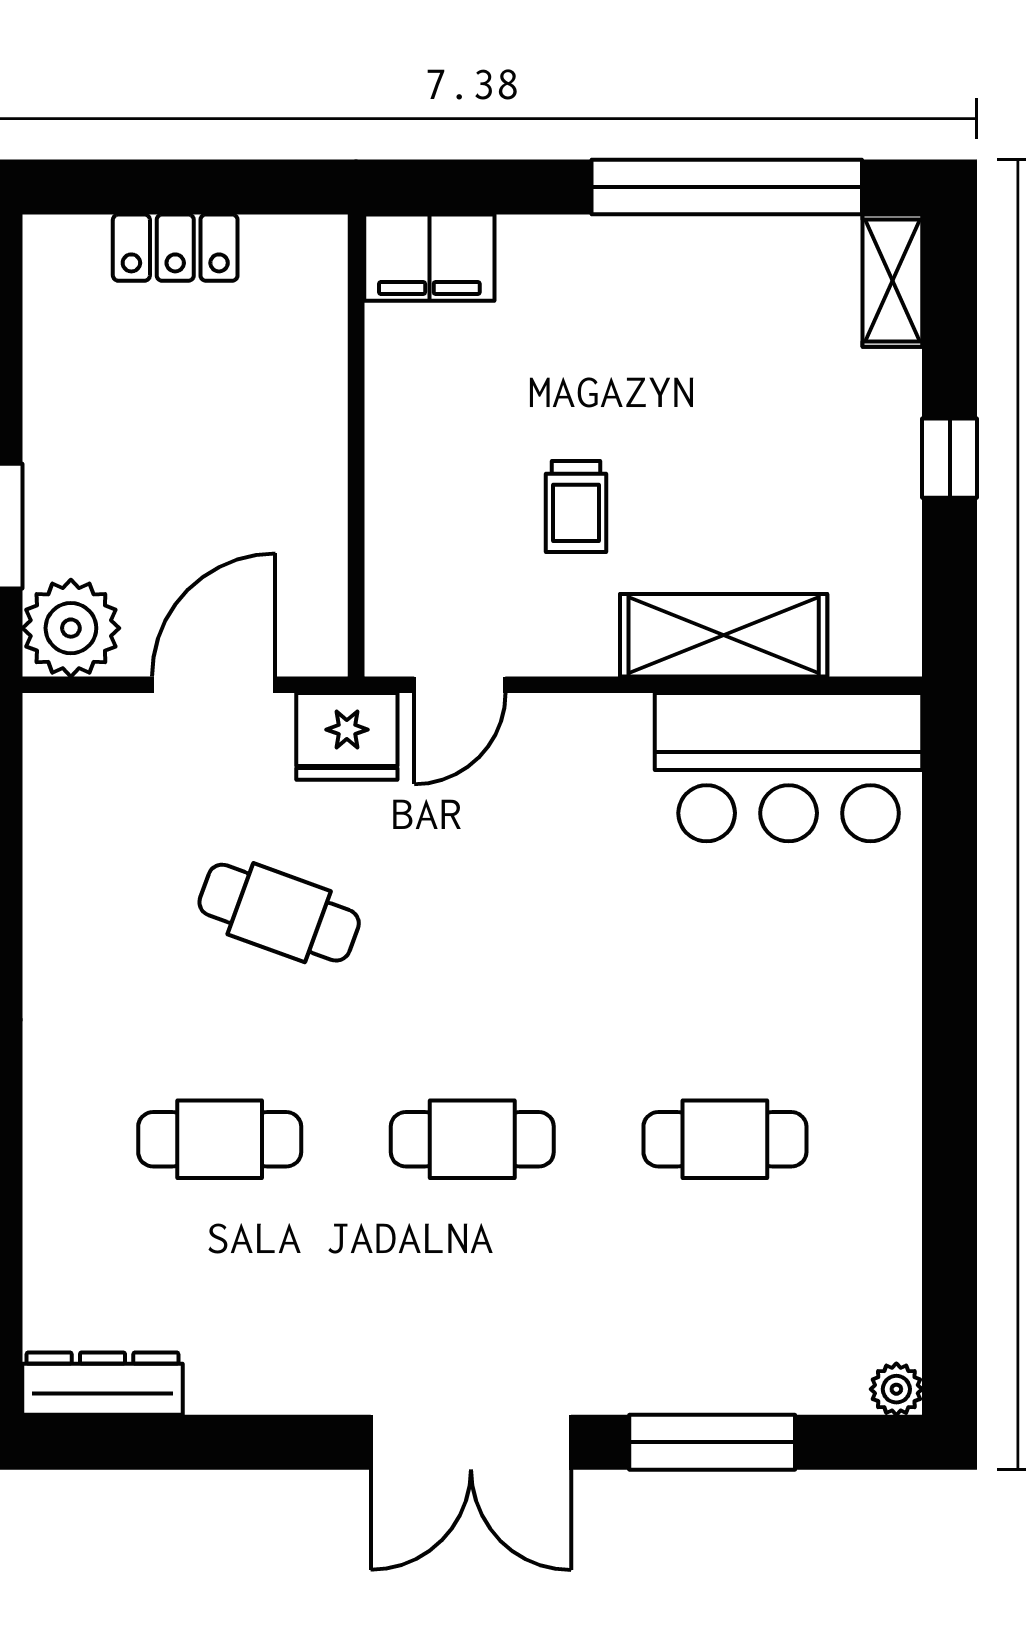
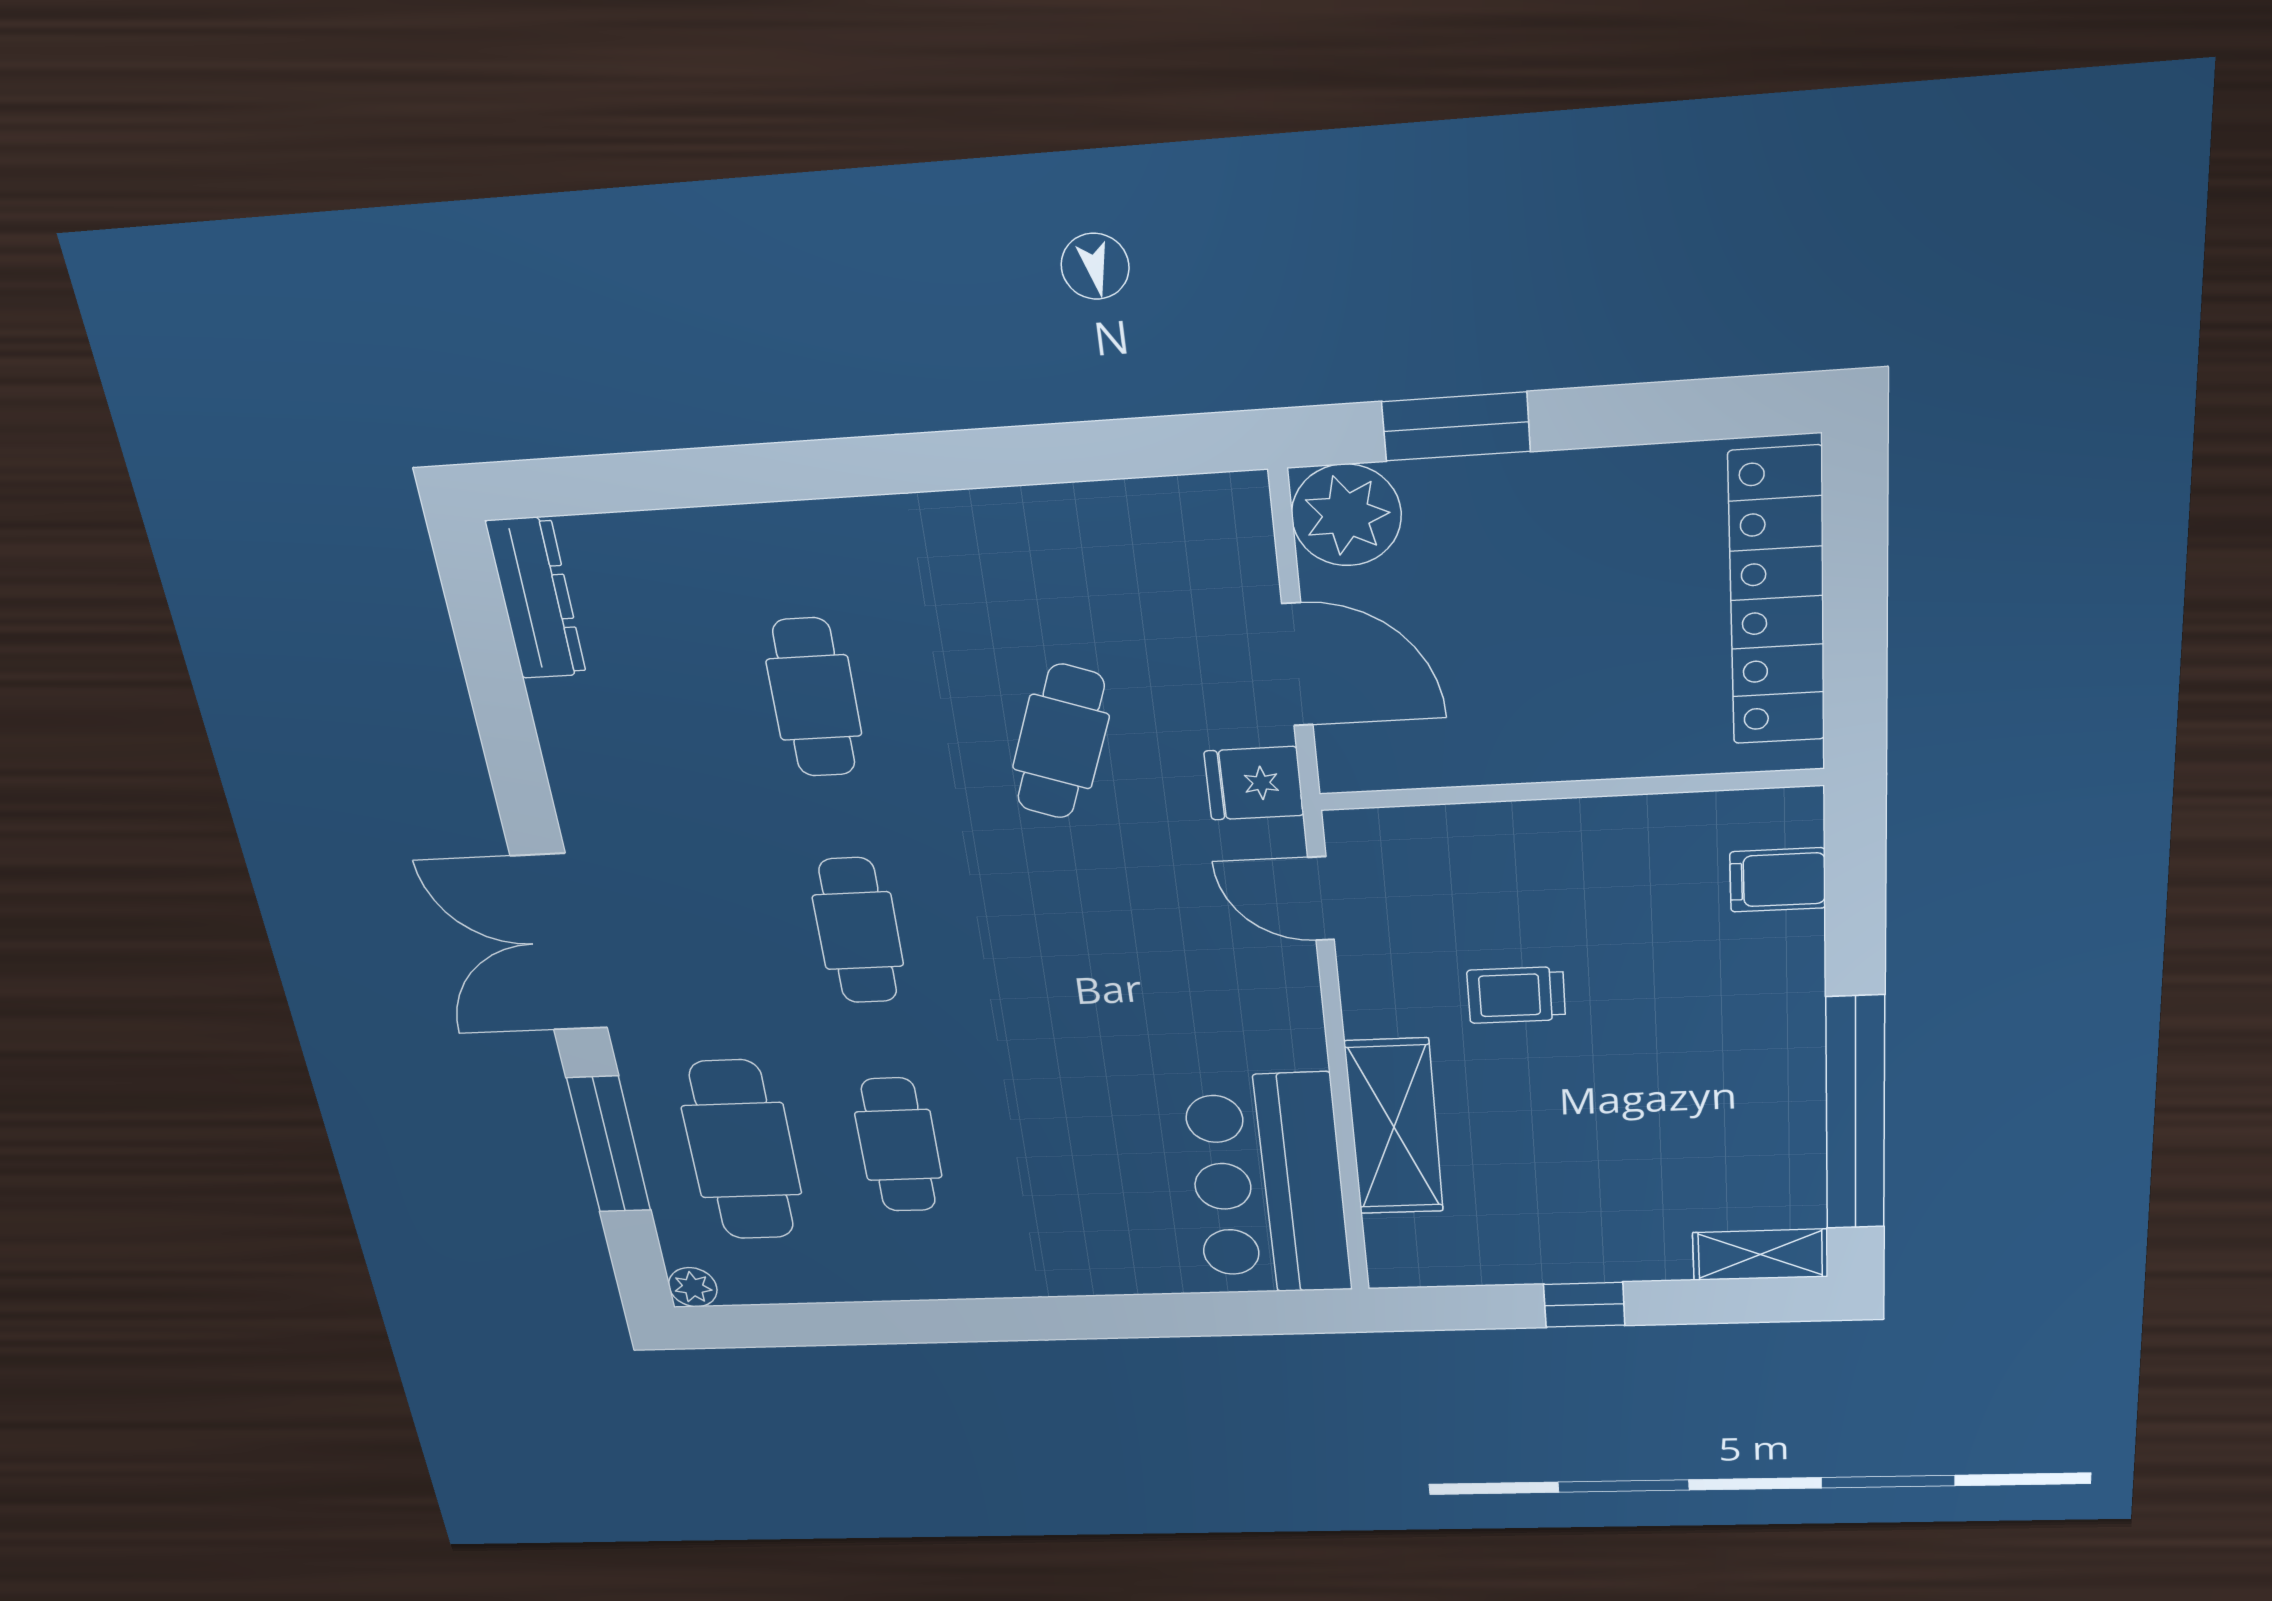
locker: (175, 248) -> (1777, 598), width x2.16, depth x1.21
filing cabinet: (429, 258) -> (1778, 880), width x0.50
fridge: (347, 736) -> (1254, 783), width x0.72
cafe table: (725, 1304) -> (742, 1150), added

